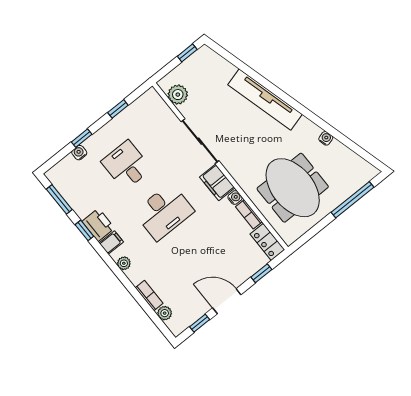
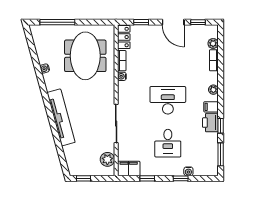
filing cabinet: (217, 182) -> (129, 168), moved, turned -90

